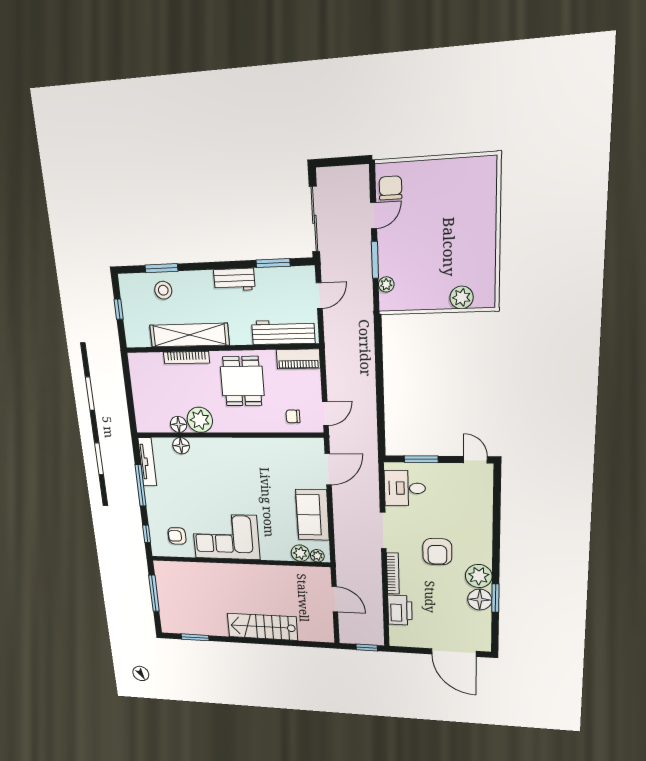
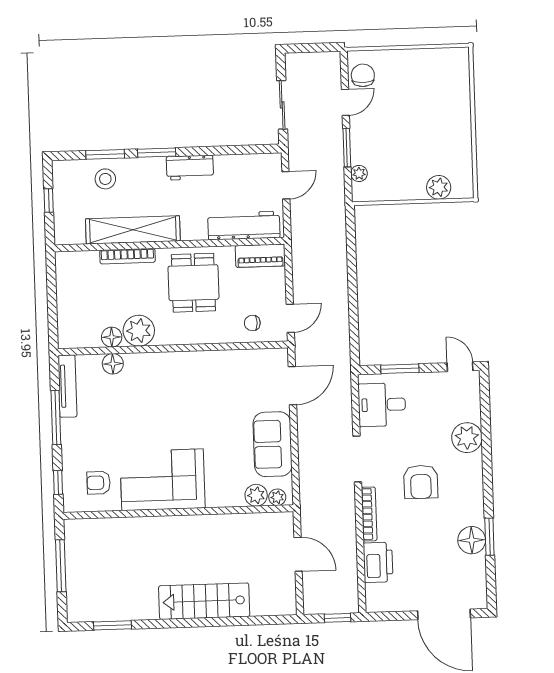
sliding door: (314, 219) -> (282, 105), width x0.73
window: (273, 263) -> (157, 153), moved
plant: (479, 576) -> (467, 438), moved

